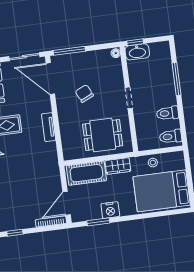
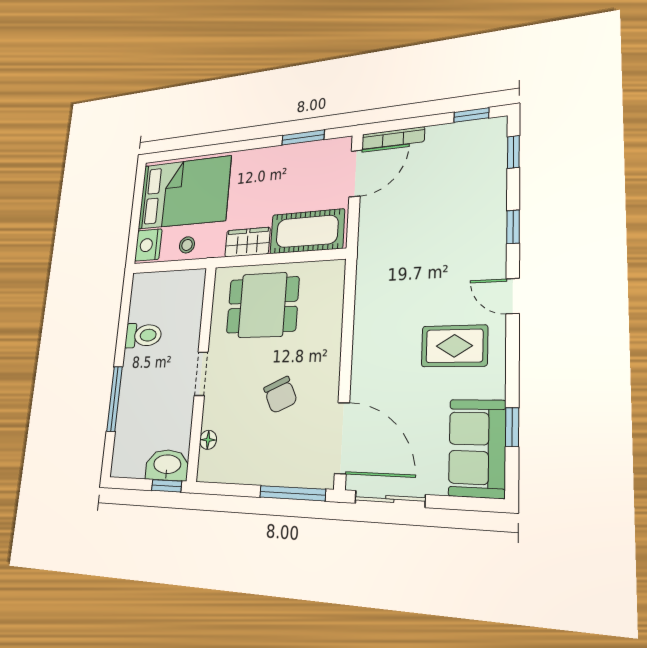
floor lamp: (116, 53) -> (208, 440), moved
tv unit: (49, 127) -> (364, 332), removed
toilet: (170, 136) -> (148, 291), removed
nightstand: (110, 210) -> (148, 245), moved, turned -90

